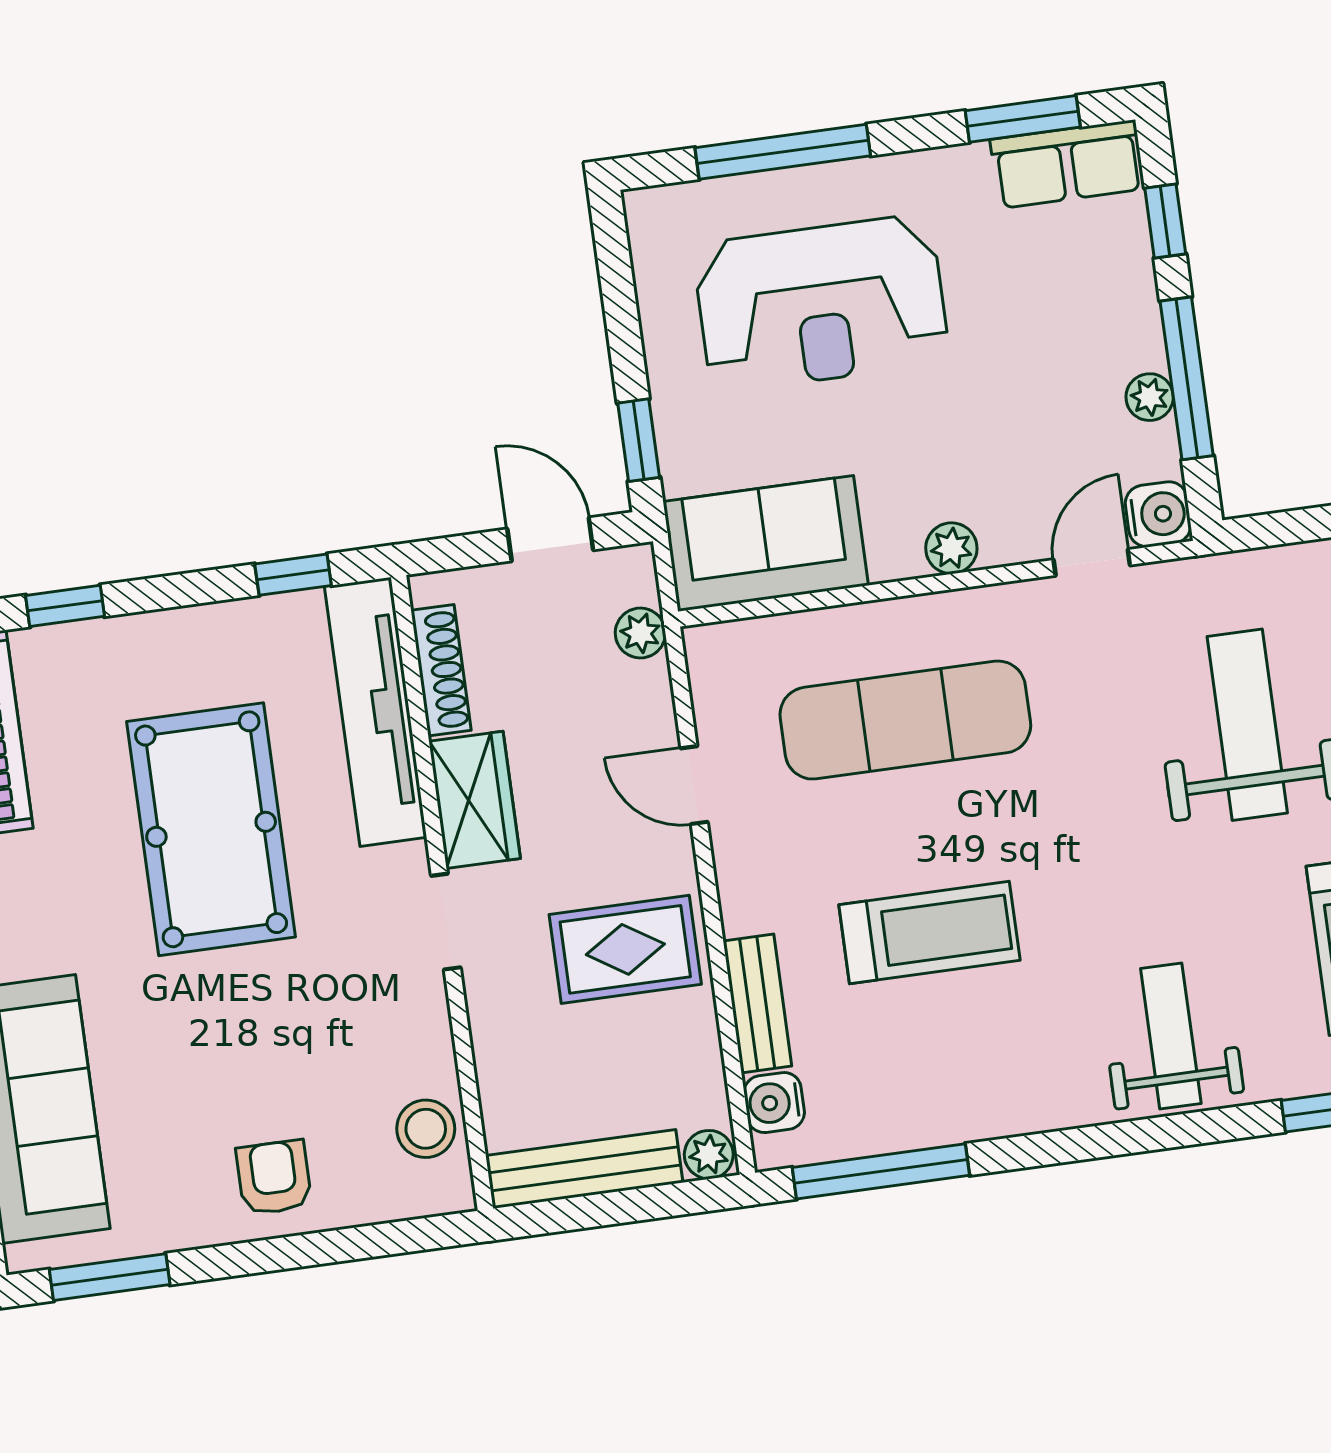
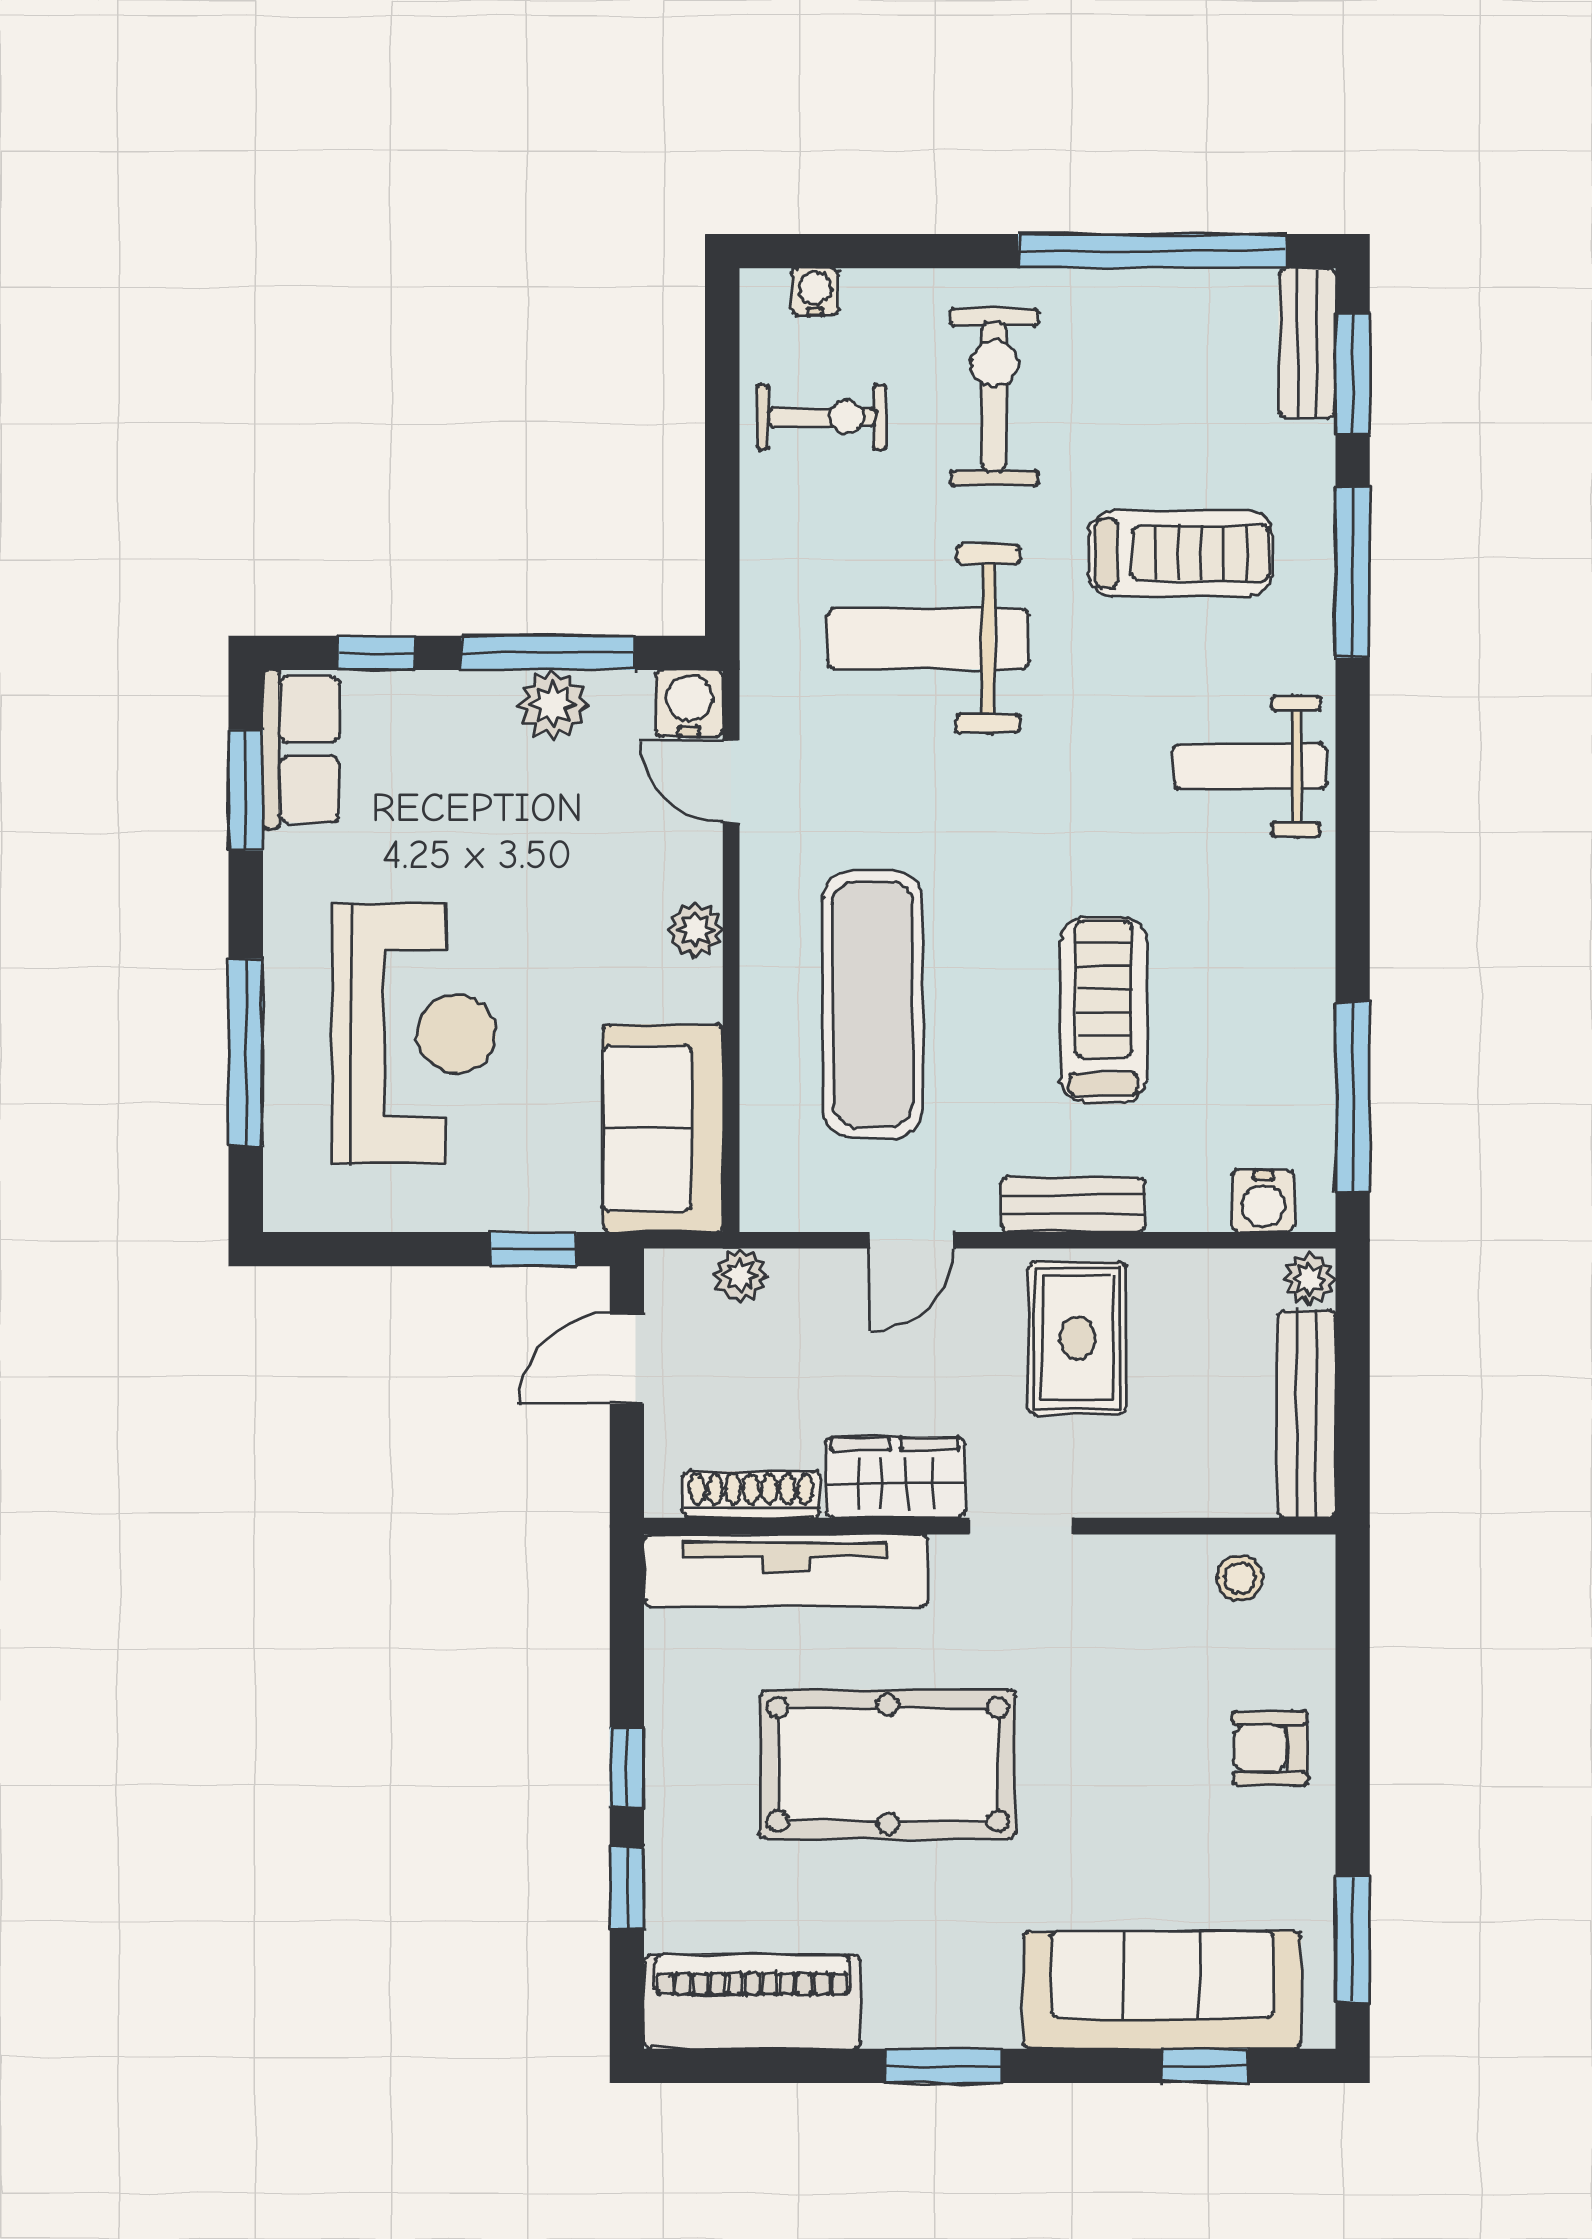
plant: (1150, 397) -> (553, 705), width x1.38, depth x1.38
window: (293, 575) -> (627, 1767), moved
bench: (757, 1003) -> (1073, 1205), moved
stool: (426, 1129) -> (1240, 1578), width x0.73, depth x0.73

